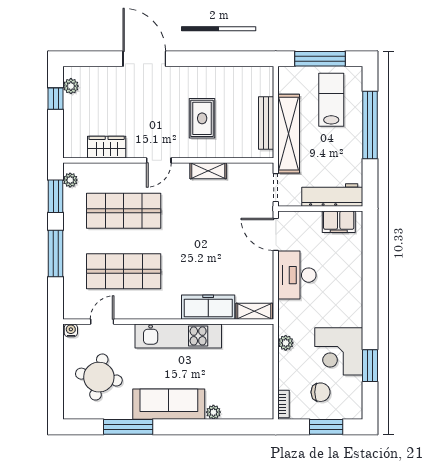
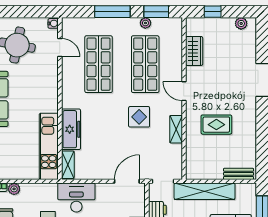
window: (56, 99) -> (213, 12), moved
bench: (266, 123) -> (239, 174), moved, width x0.73
plant: (70, 180) -> (145, 23), moved
display table: (192, 219) -> (139, 117), added
desk: (297, 275) -> (76, 198), moved
kitchen unit: (178, 336) -> (49, 146), moved
plant: (286, 343) -> (14, 189), moved

